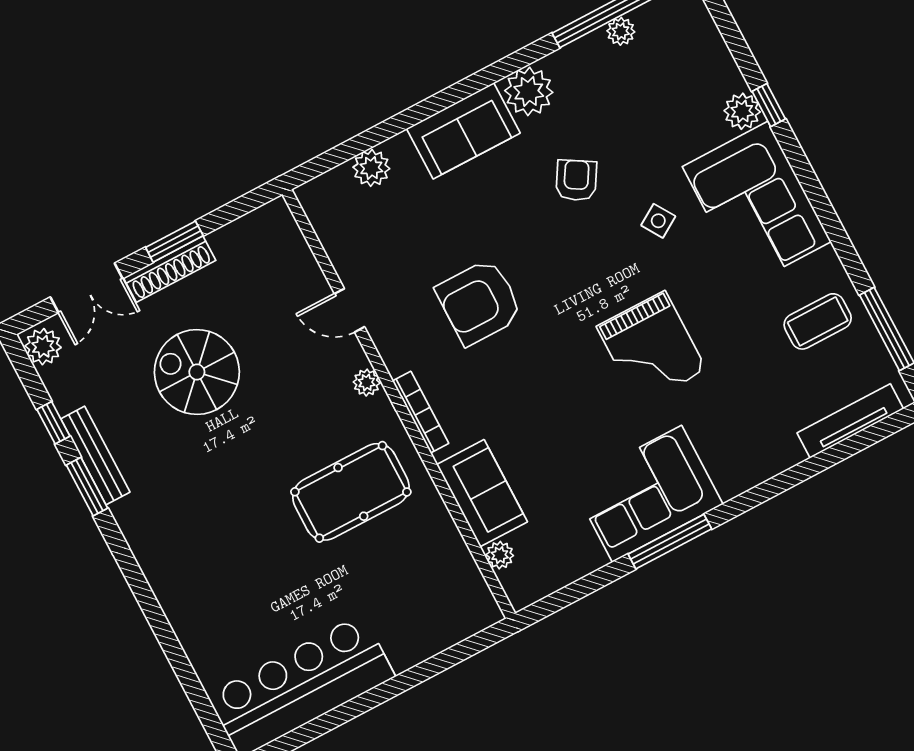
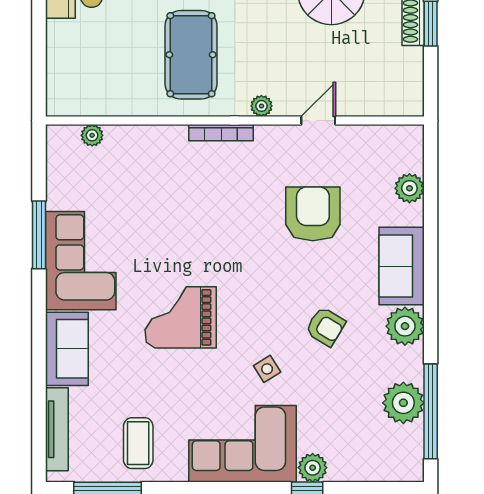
plant: (621, 31) -> (403, 403), width x1.88, depth x1.88
armchair: (479, 302) -> (313, 214), moved
sofa: (482, 493) -> (67, 349), moved, turned -90
window: (670, 542) -> (39, 235), moved

